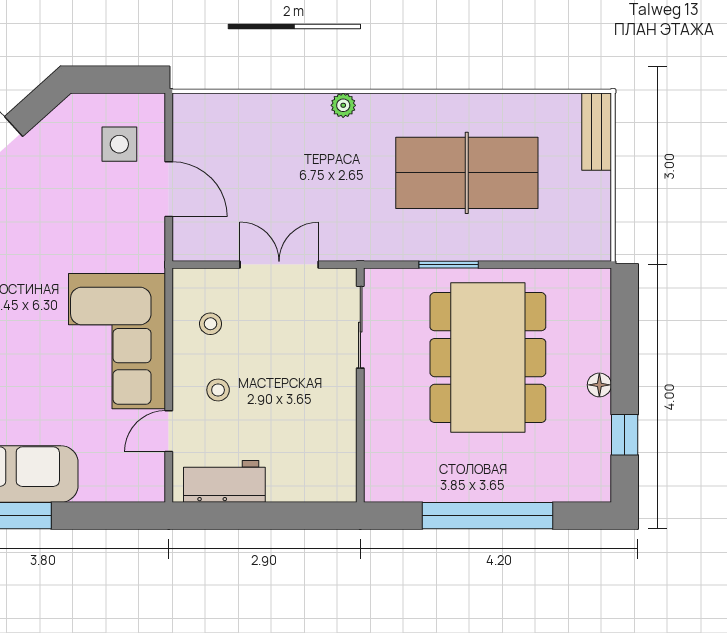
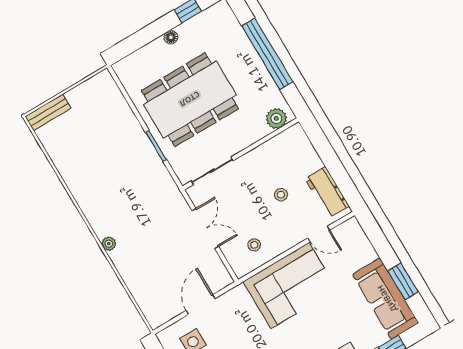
table tennis table: (467, 173) -> (106, 164), removed
double door: (279, 265) -> (205, 229), swing flipped
stool: (218, 390) -> (281, 195), moved
plant: (382, 471) -> (276, 118), added

